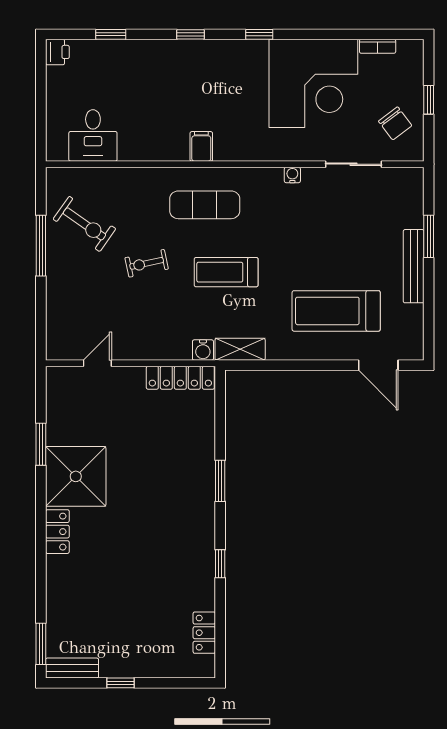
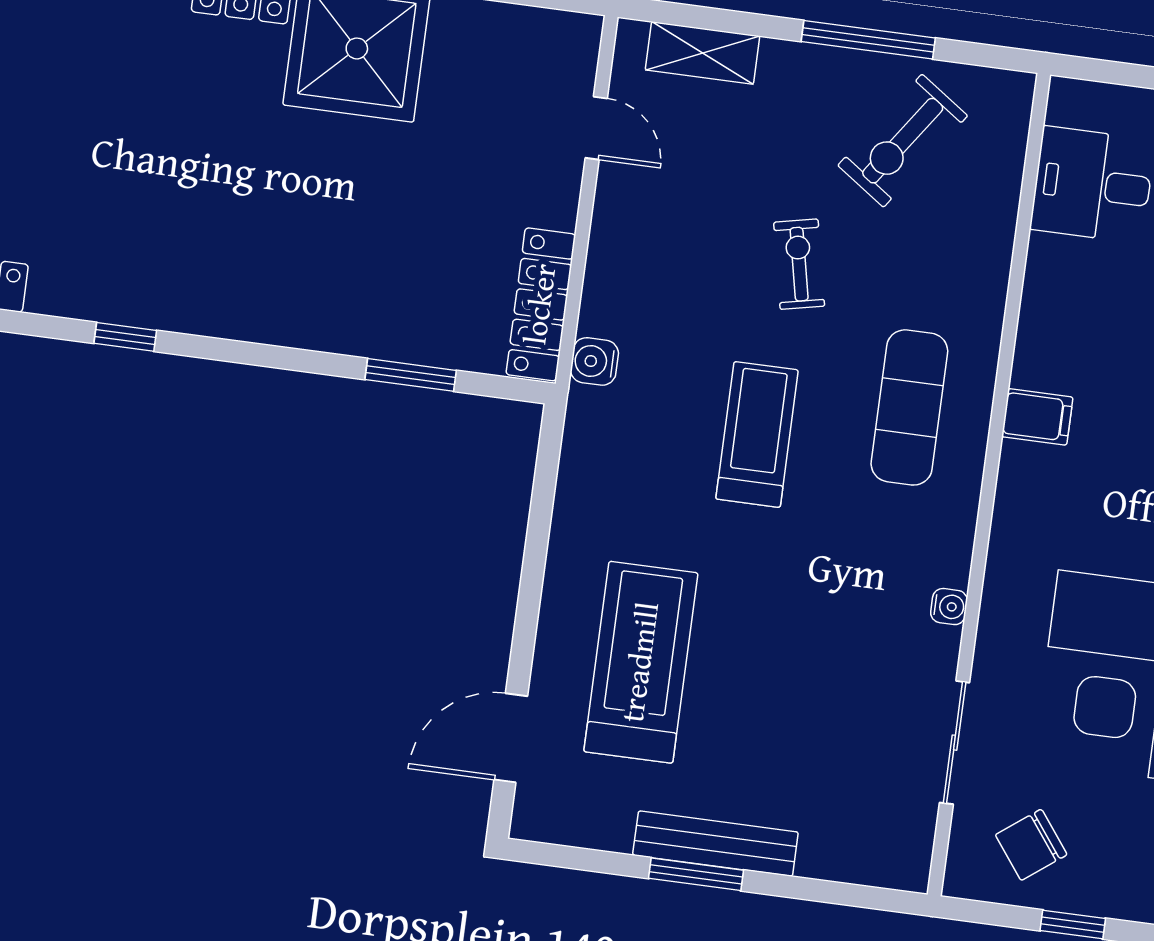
window: (429, 236) -> (696, 874), moved
shelving: (240, 349) -> (702, 53), moved, turned 90
window: (220, 481) -> (411, 375), moved

